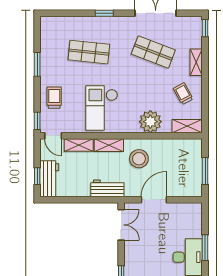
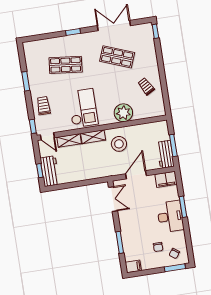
shelving: (196, 62) -> (153, 60), removed
checkout: (102, 108) -> (83, 108), turned 180
shelving: (187, 126) -> (153, 112), removed
workbench: (107, 188) -> (165, 154), moved, turned -90
filing cabinet: (190, 211) -> (166, 179), added

